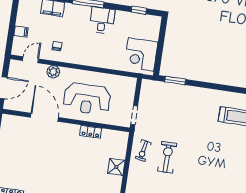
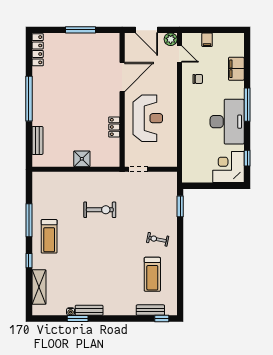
desk: (102, 20) -> (227, 122), width x1.87, depth x1.30
corner desk: (141, 54) -> (228, 167), moved
plant: (53, 72) -> (171, 39), moved
reception desk: (87, 99) -> (148, 118), turned 180
exercise bike: (143, 151) -> (158, 239), moved

